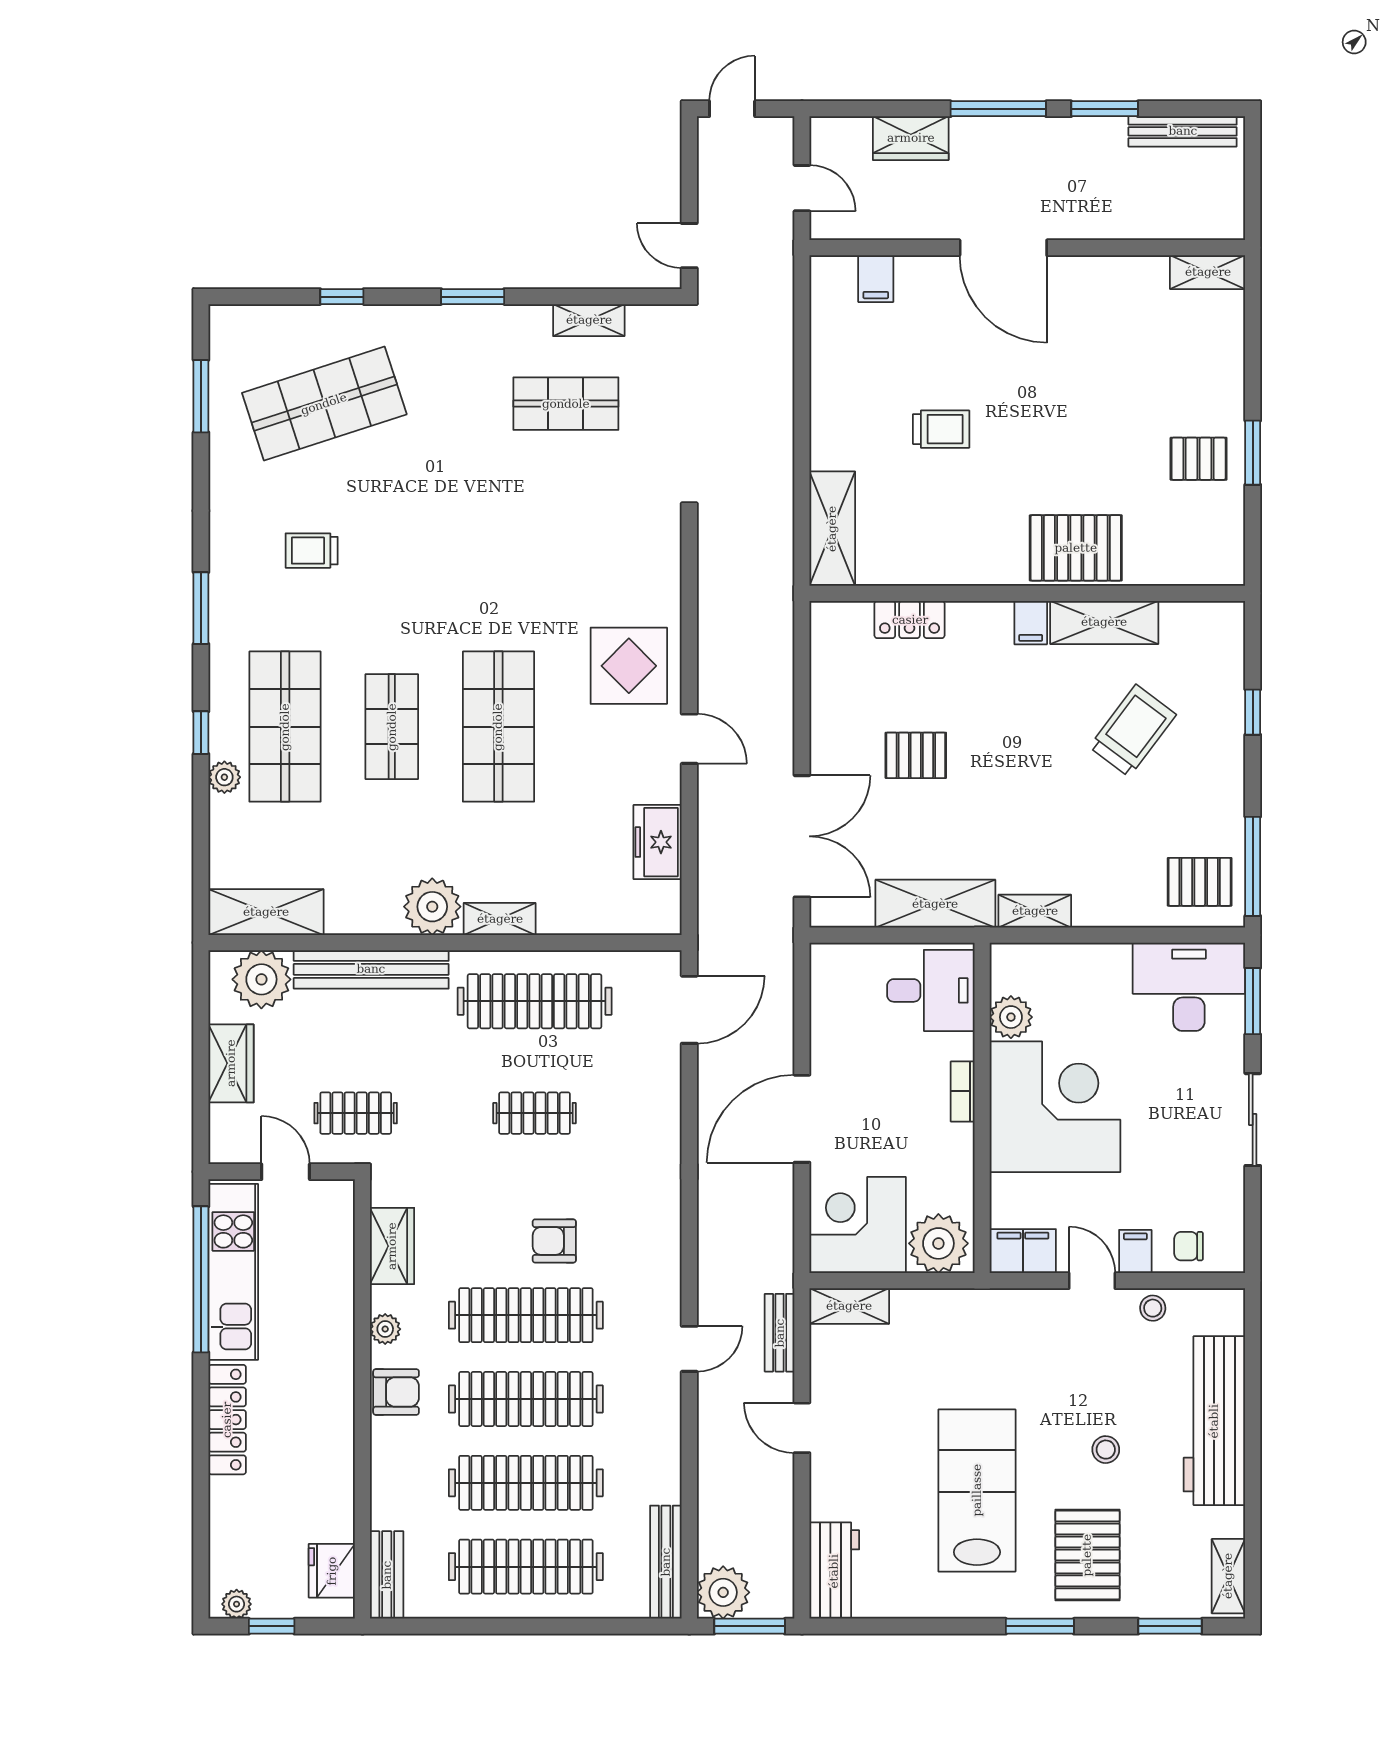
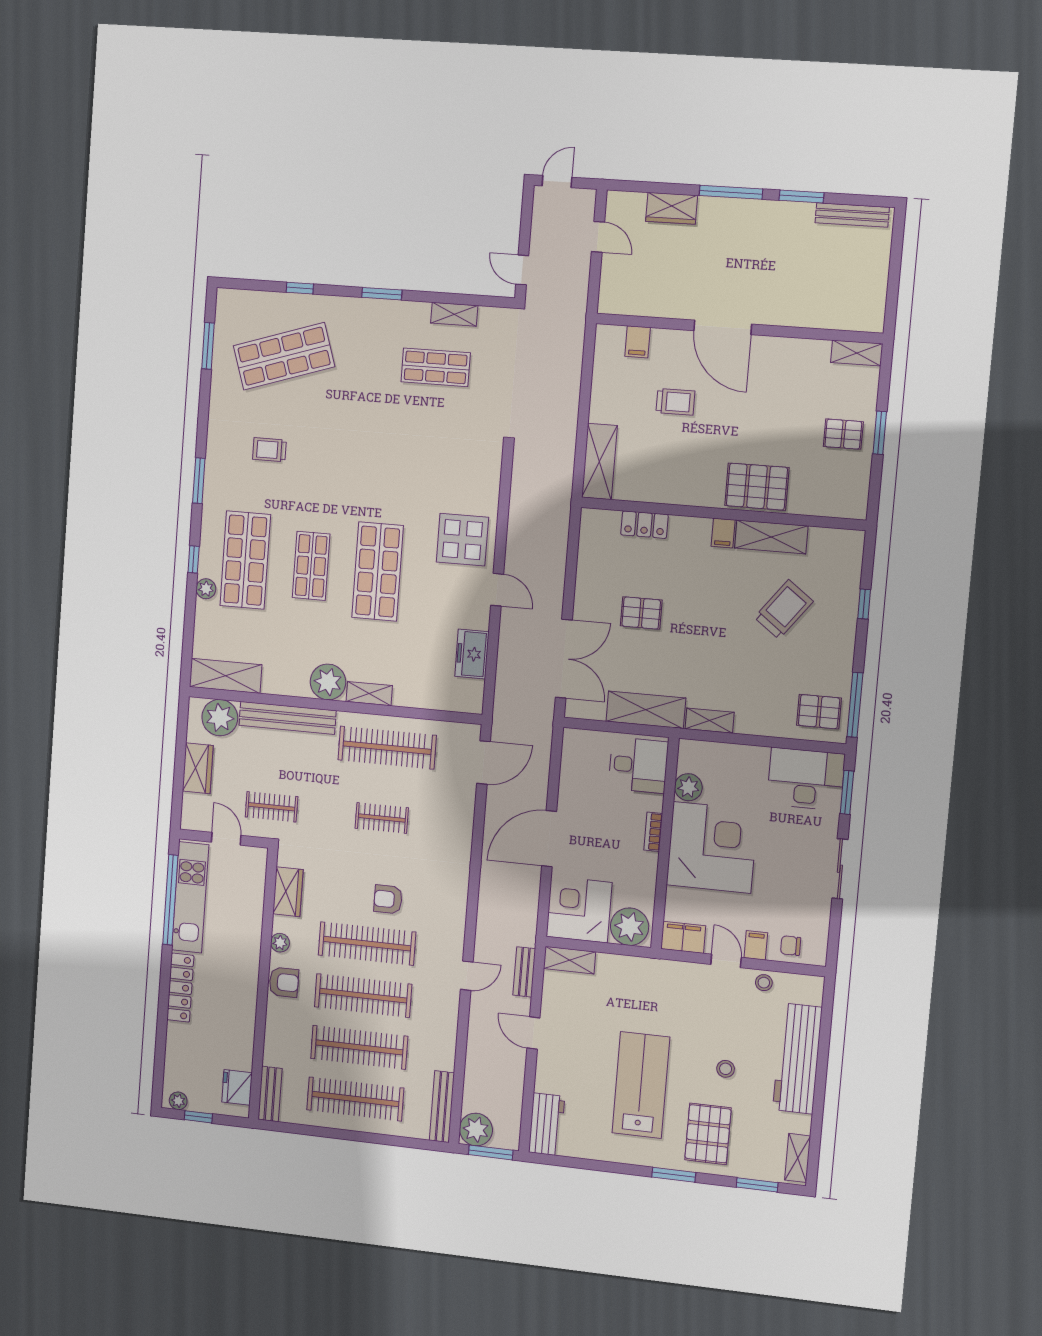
door: (1003, 248) -> (723, 327), moved
wall: (1027, 248) -> (739, 328), moved
shelving: (1208, 272) -> (857, 353), moved
filing cabinet: (876, 279) -> (638, 342), moved

